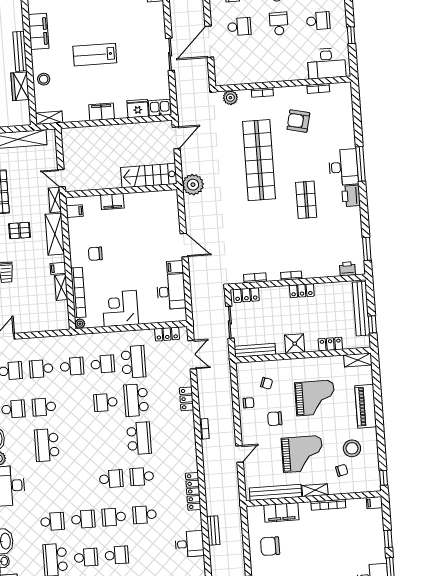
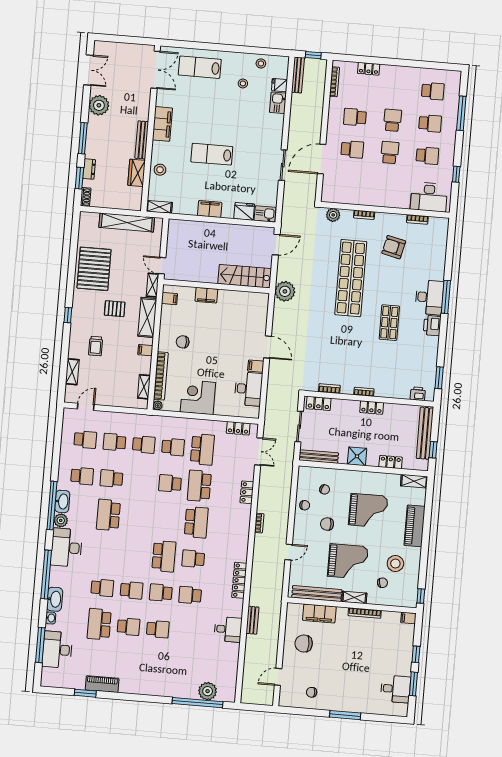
shelving: (61, 288) -> (144, 387), moved
school desk: (111, 479) -> (164, 556), width x1.85

